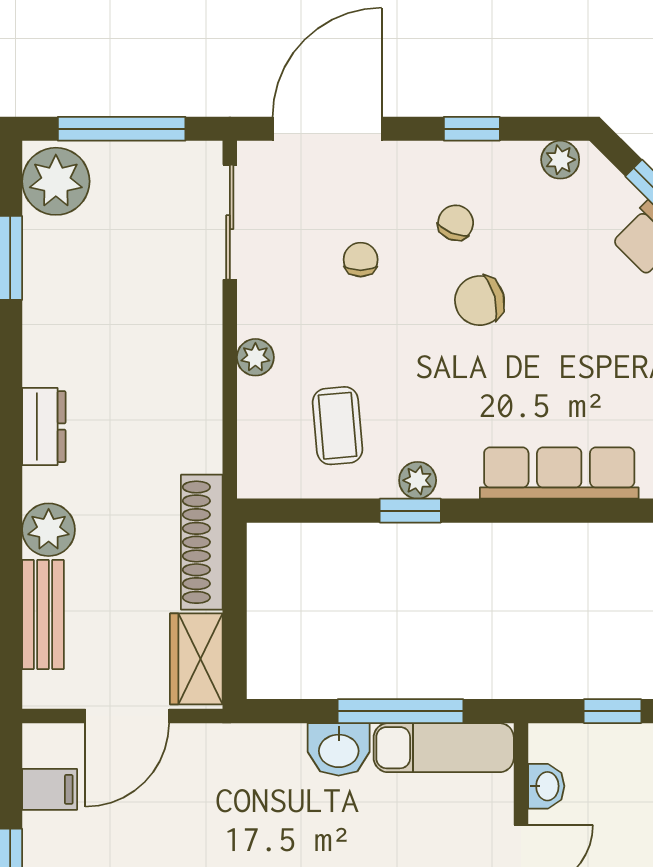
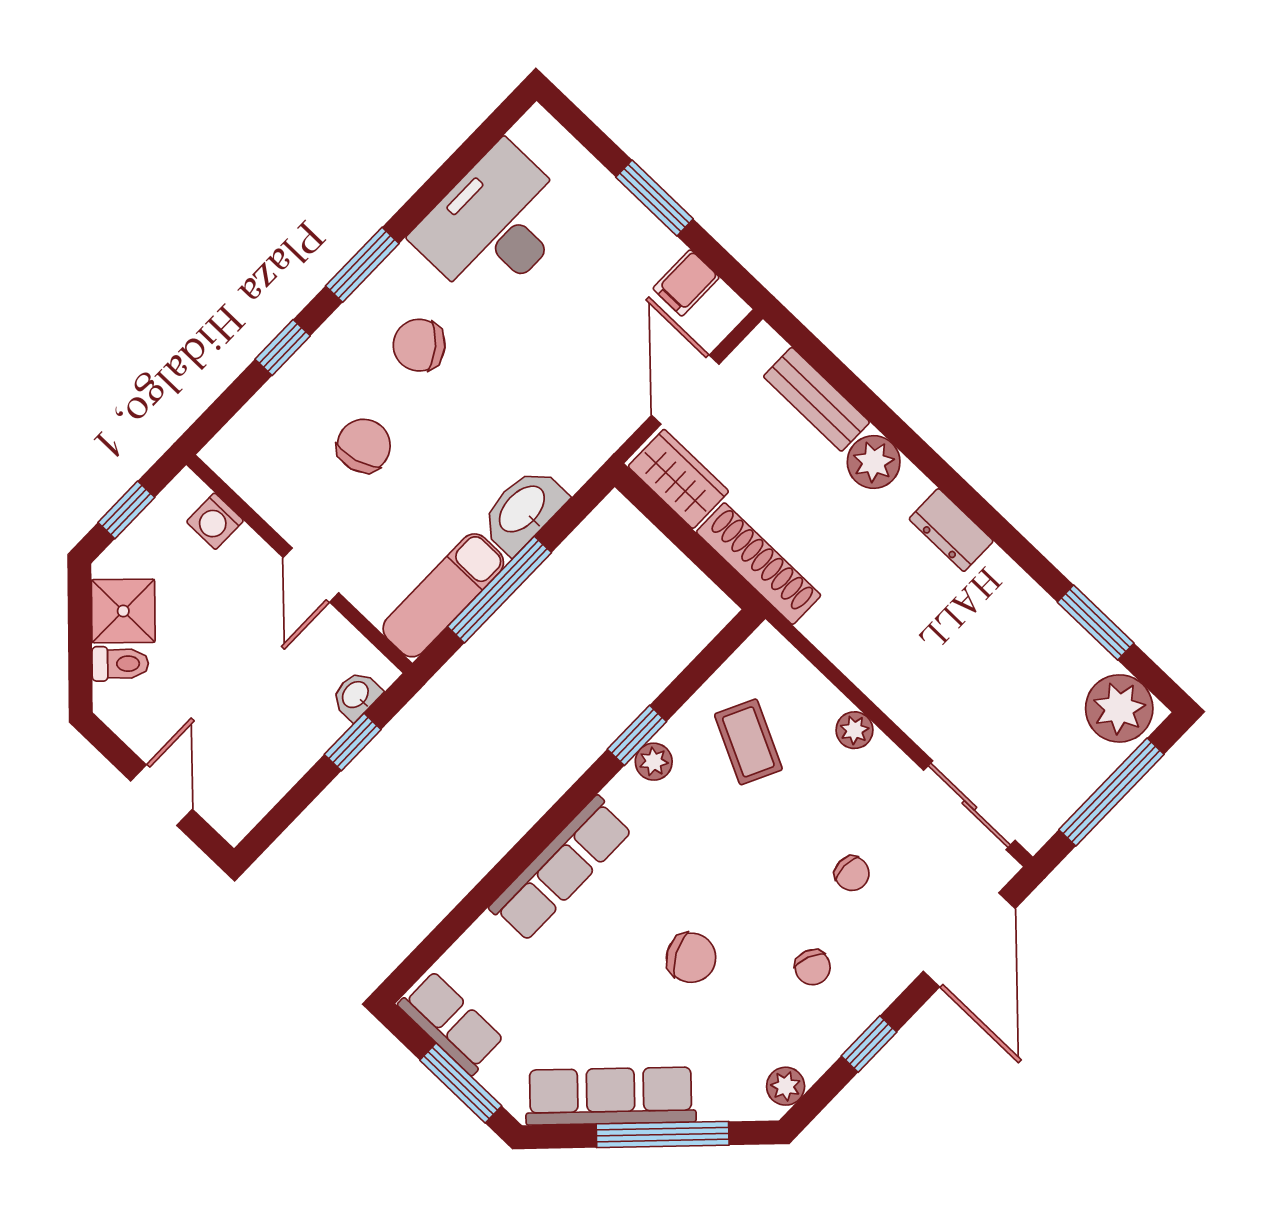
chair: (480, 301) -> (691, 958), moved, turned 78
coffee table: (338, 426) -> (748, 742), turned 31
washbasin: (339, 749) -> (523, 510), width x1.38
washbasin: (546, 786) -> (356, 695), moved, turned 90

